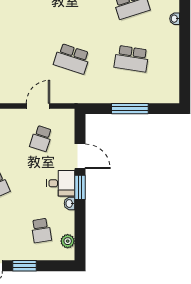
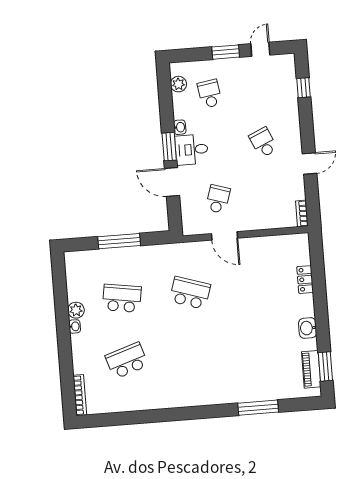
washbasin: (175, 19) -> (75, 326), moved
plant: (172, 51) -> (76, 310), added
door: (38, 106) -> (225, 236), hinge flipped

